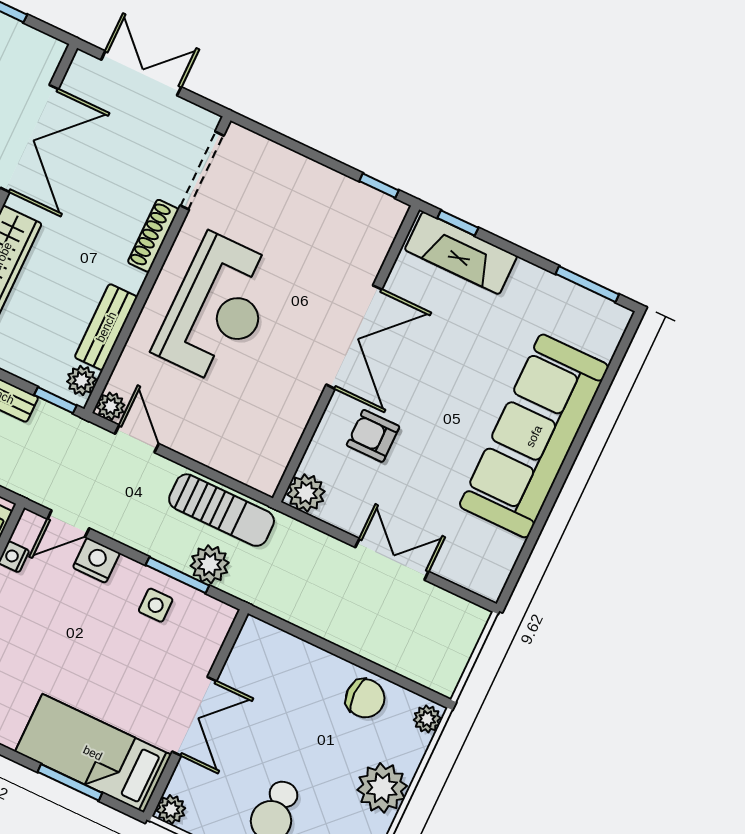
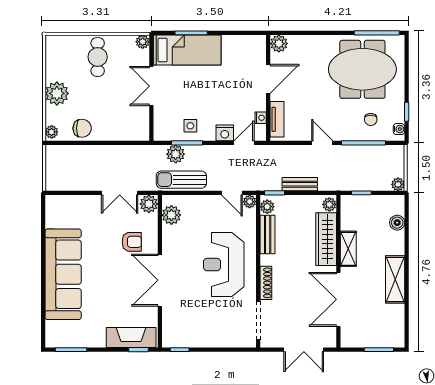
plant: (273, 451) -> (171, 215), added
double door: (392, 559) -> (120, 193), moved
chair: (365, 698) -> (82, 128), turned 180

